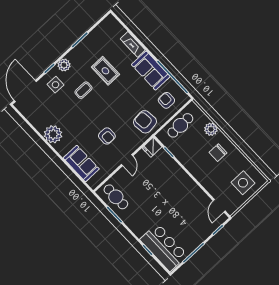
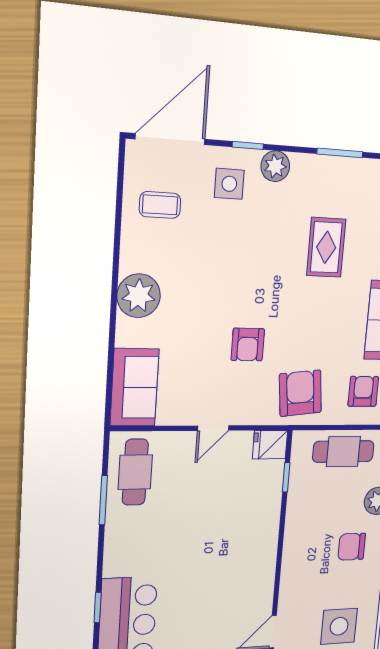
coffee table: (83, 90) -> (160, 205), moved
plant: (53, 134) -> (139, 296), moved
armchair: (107, 136) -> (248, 345), moved
sofa: (81, 163) -> (134, 387), moved

